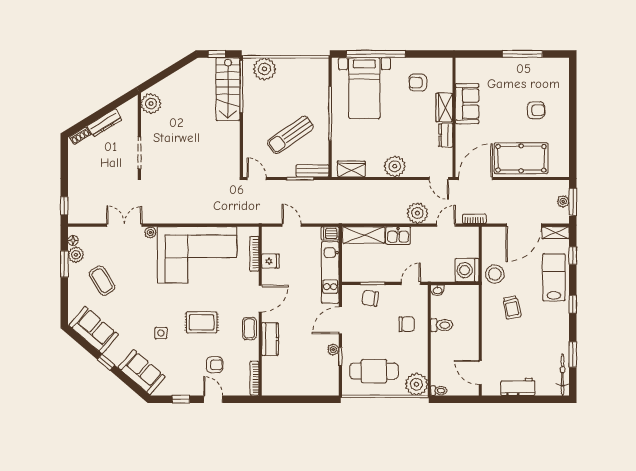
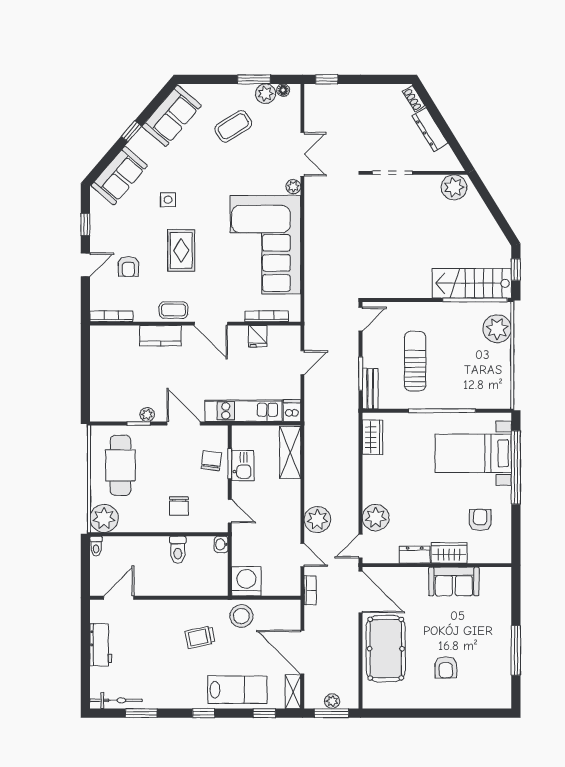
sun lounger: (290, 135) -> (415, 361), turned 35
plant: (395, 166) -> (376, 518), moved
kitchen sink: (398, 235) -> (243, 465), moved, turned 180

